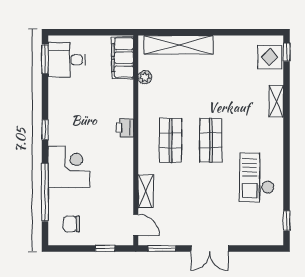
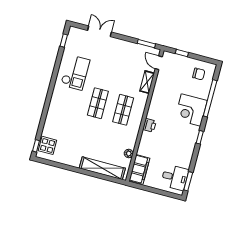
shelving: (276, 101) -> (51, 117), removed
double door: (210, 249) -> (99, 31), moved

